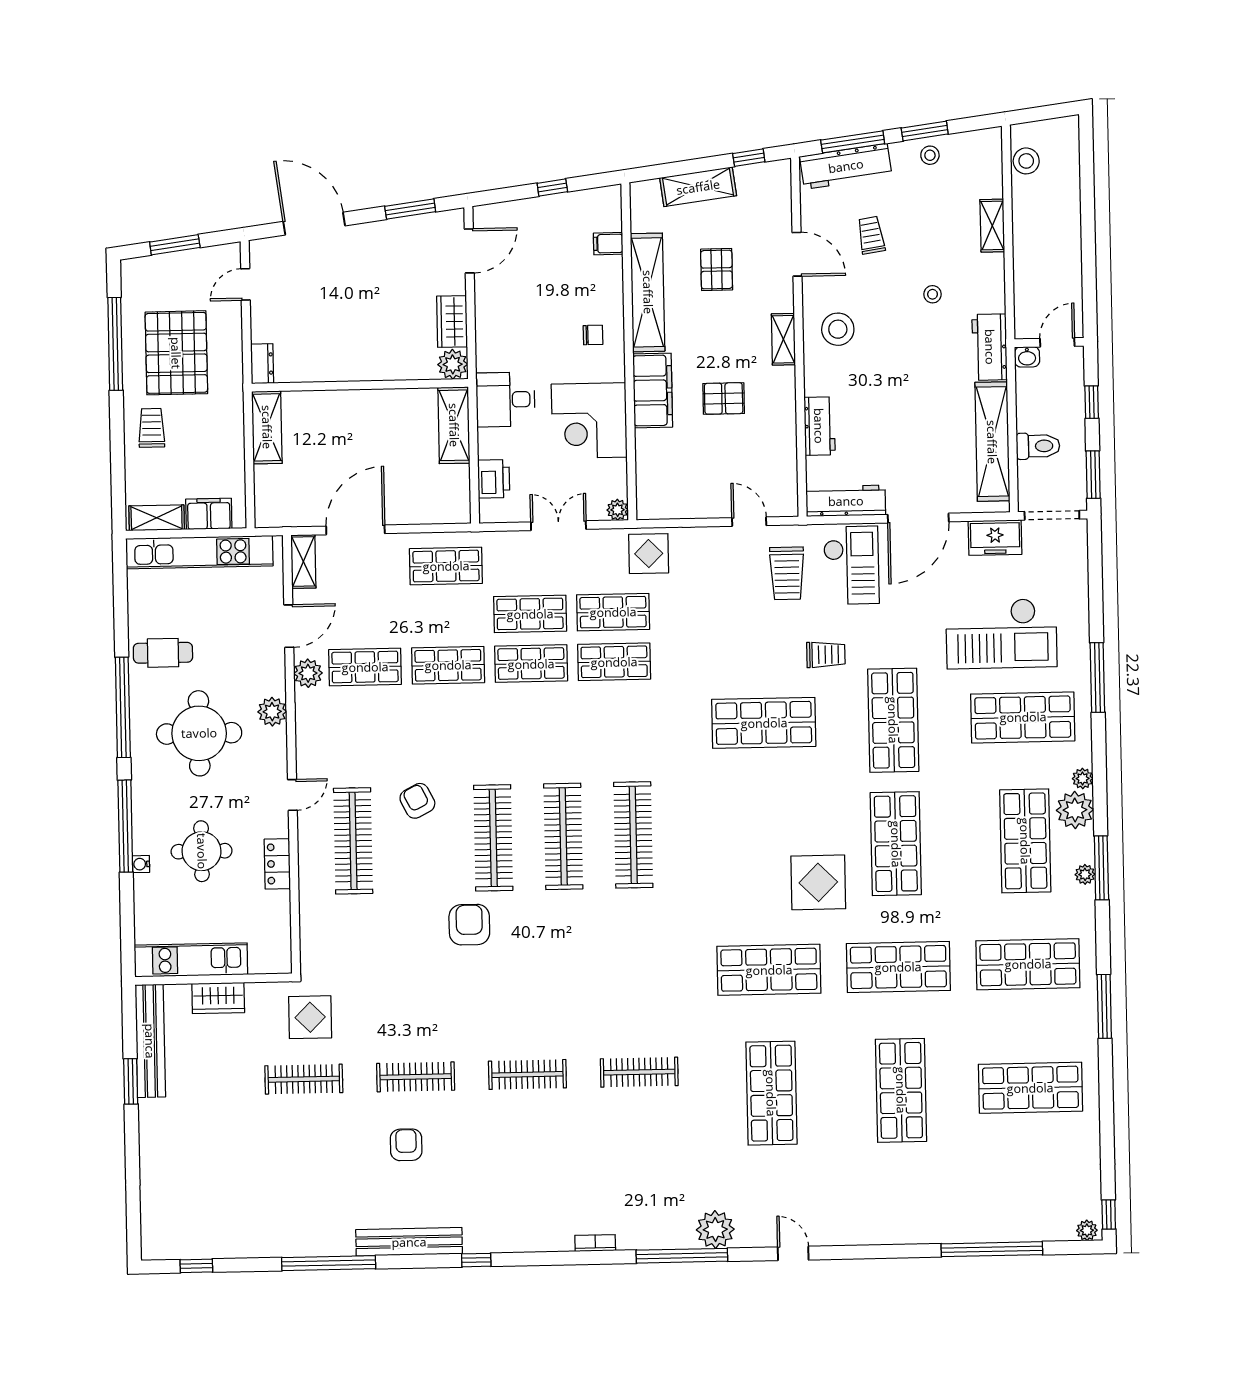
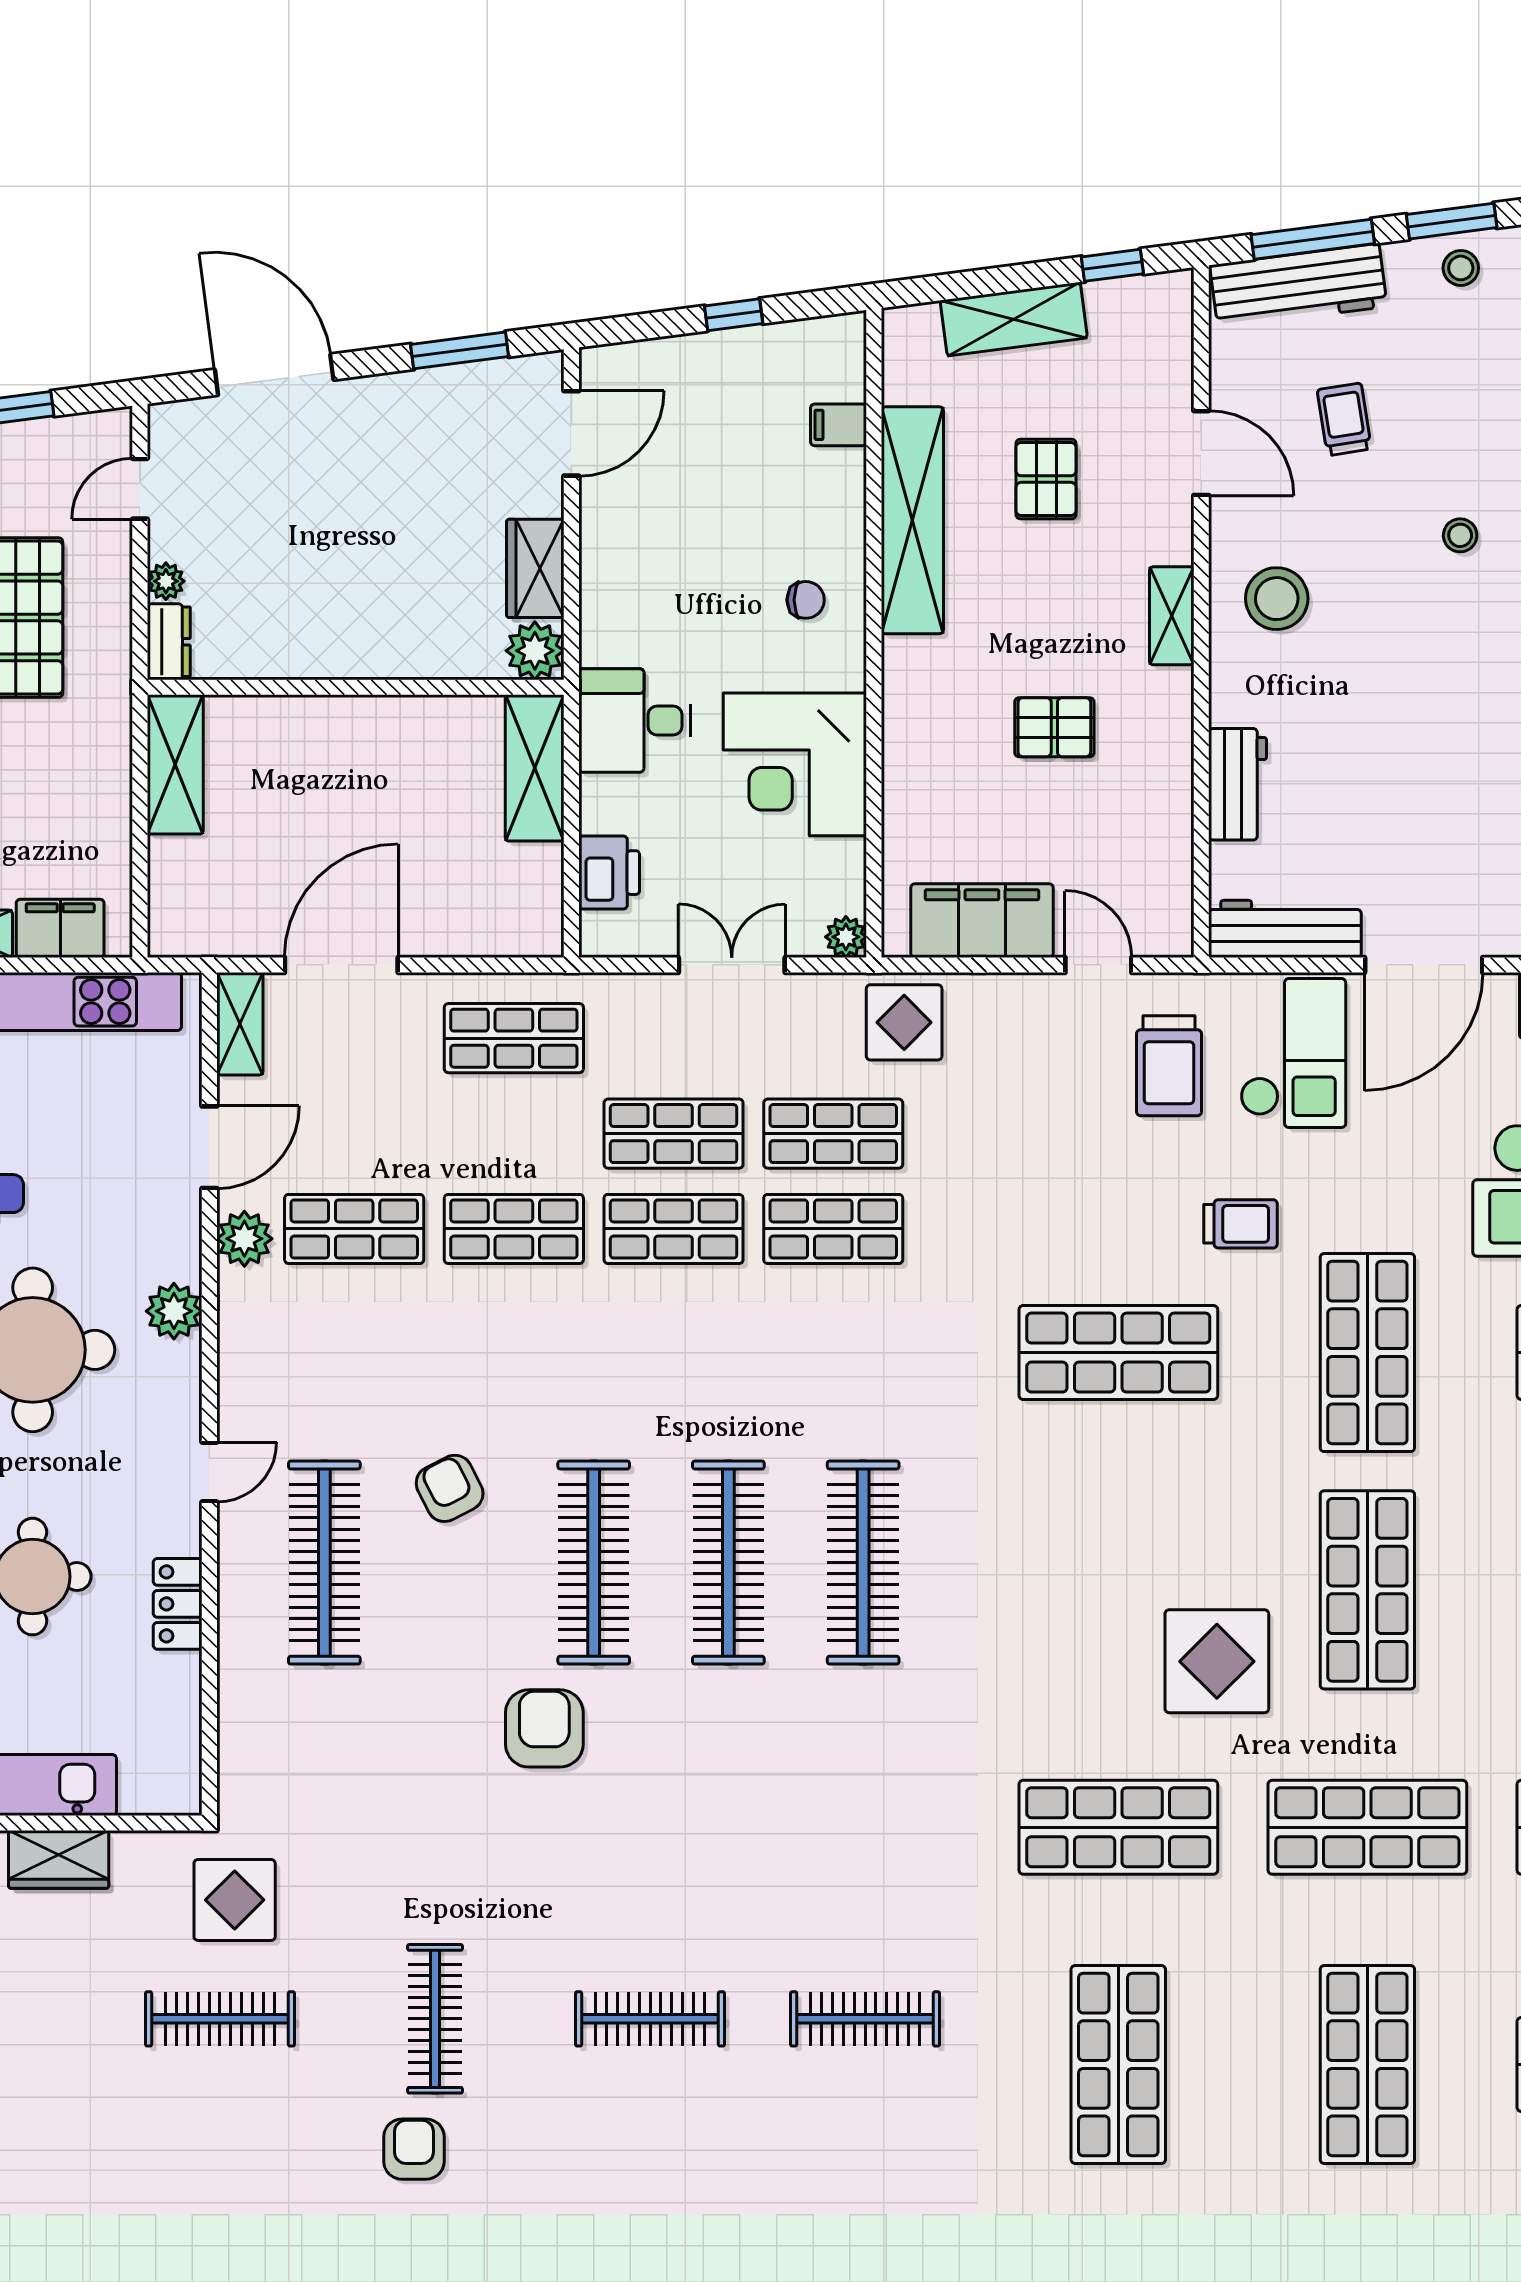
plant: (260, 332) -> (166, 581), added
filing cabinet: (653, 390) -> (982, 921), moved, turned -90
clothes rail: (416, 1077) -> (435, 2019), turned 90

